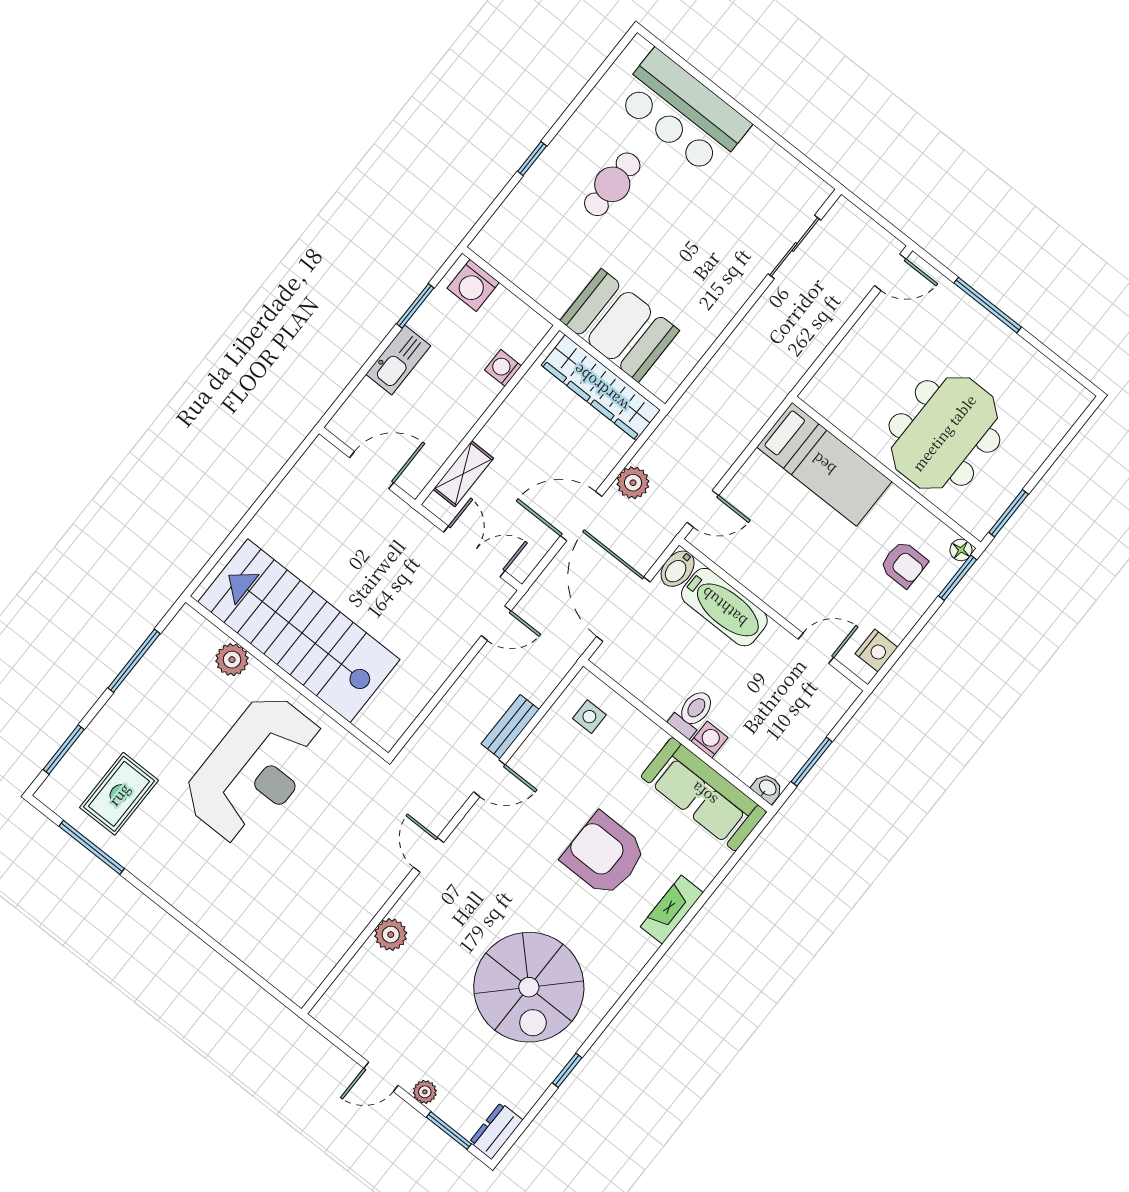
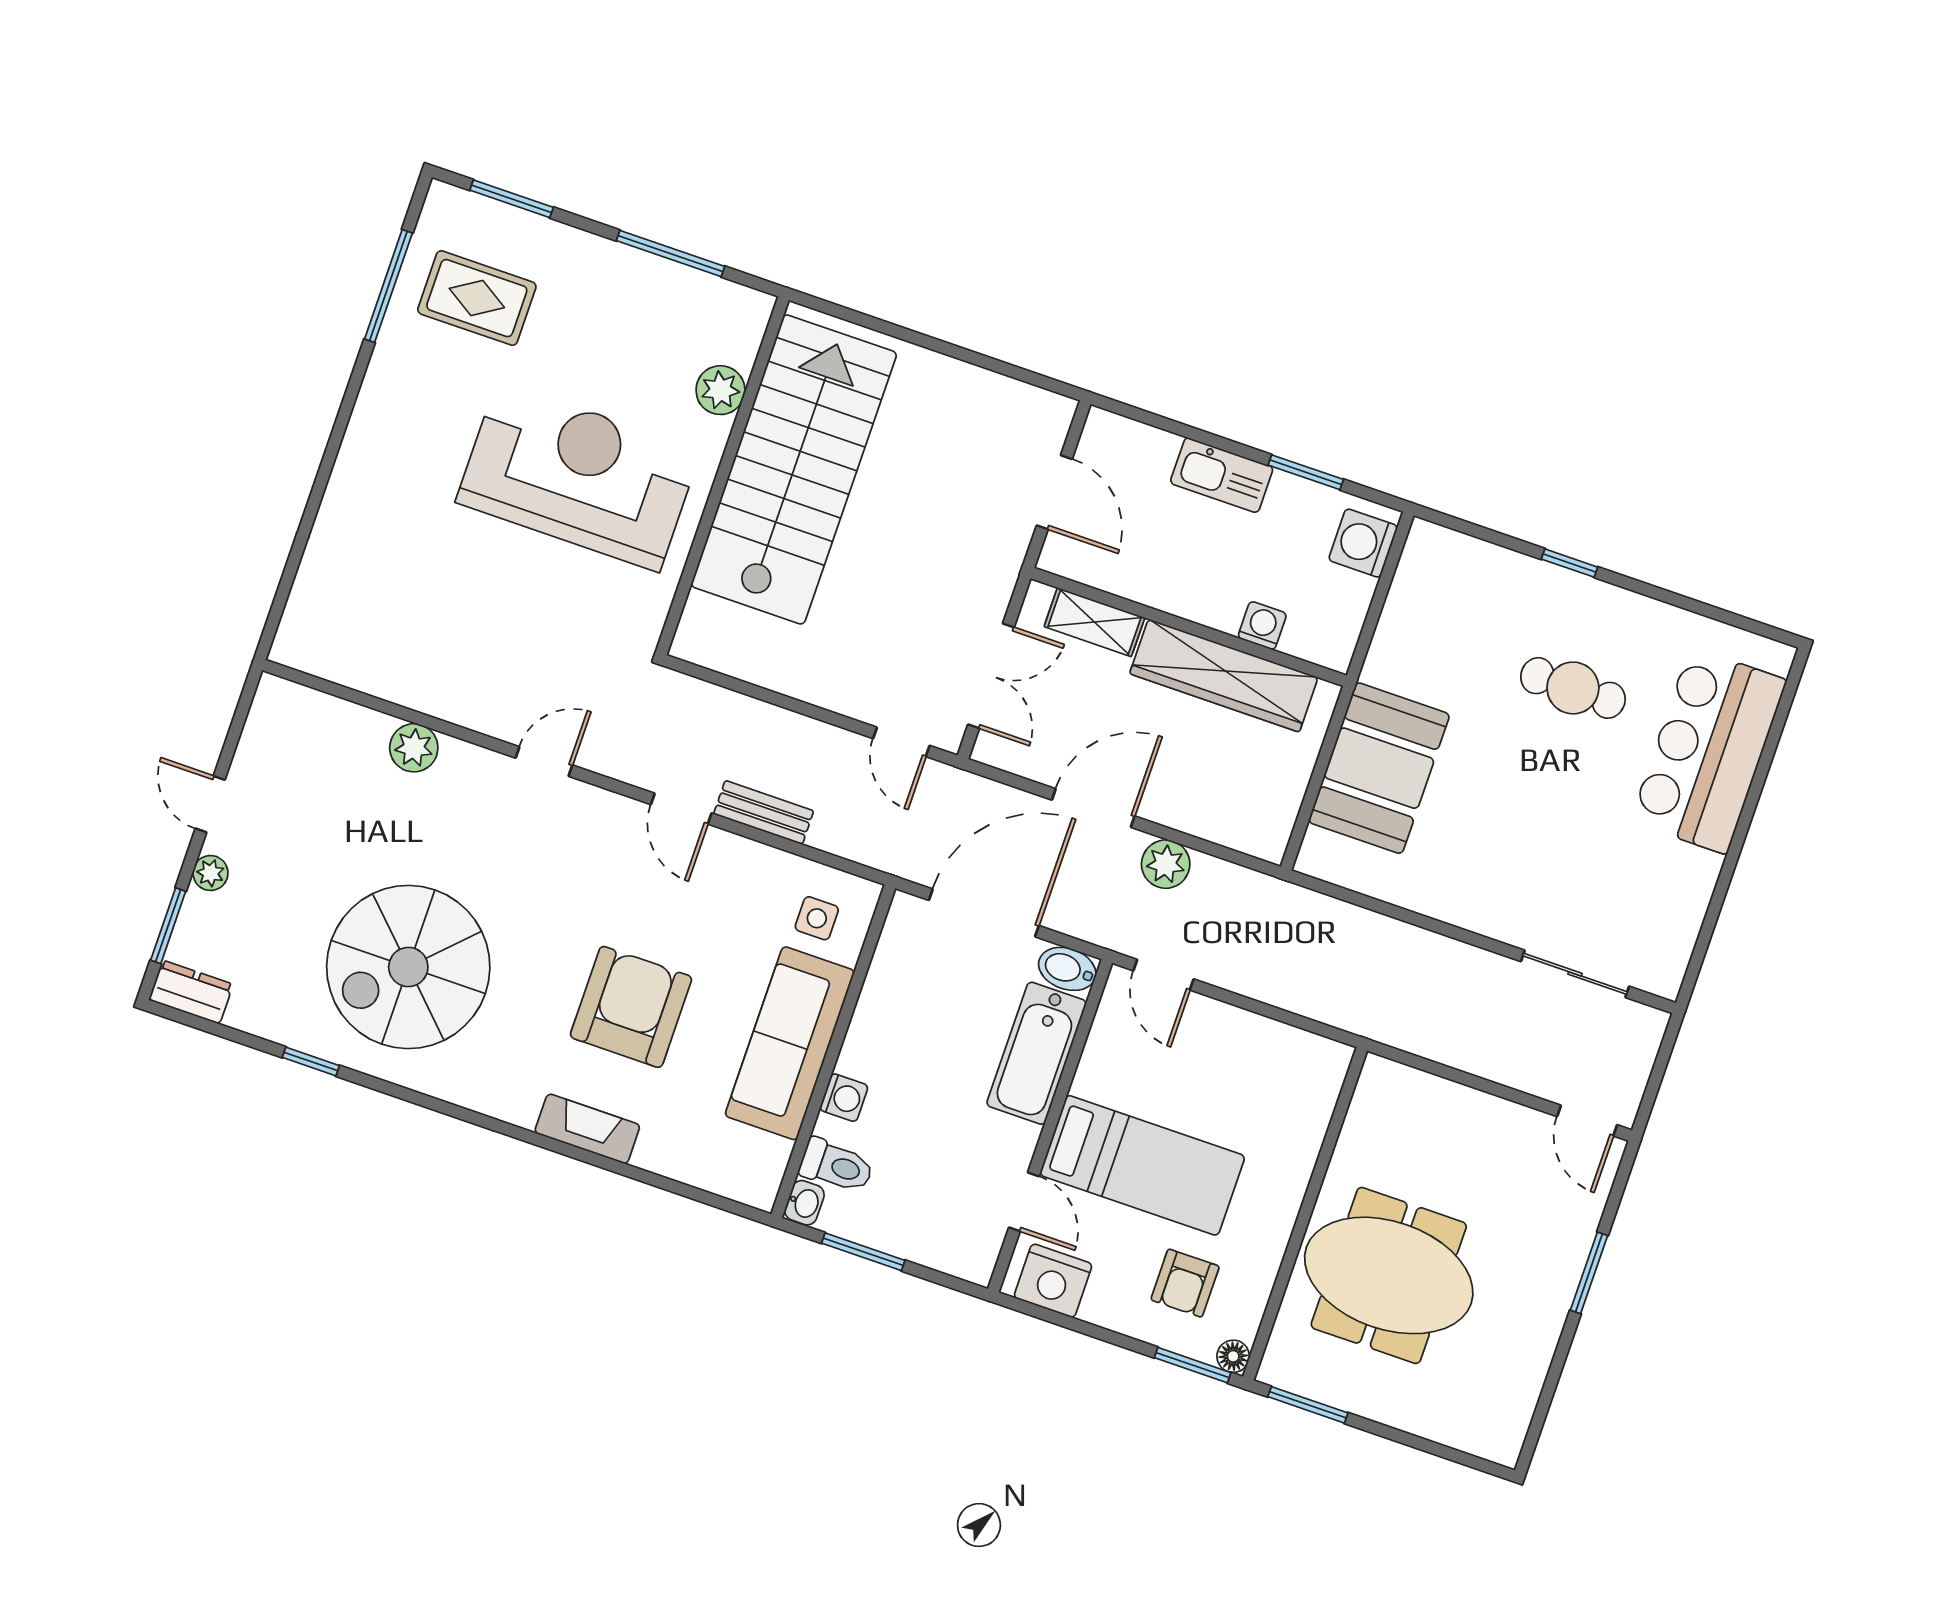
window: (988, 305) -> (1589, 1273), width x0.69
wardrobe: (601, 388) -> (1224, 675), moved, turned -90
bed: (824, 464) -> (1142, 1165), moved, turned -90
door: (581, 516) -> (1093, 808), hinge flipped
nightstand: (876, 651) -> (1053, 1281), width x1.36, depth x1.33
toilet: (692, 713) -> (836, 1166), moved
reception desk: (255, 769) -> (578, 476), turned 180
sofa: (704, 794) -> (790, 1043), moved

